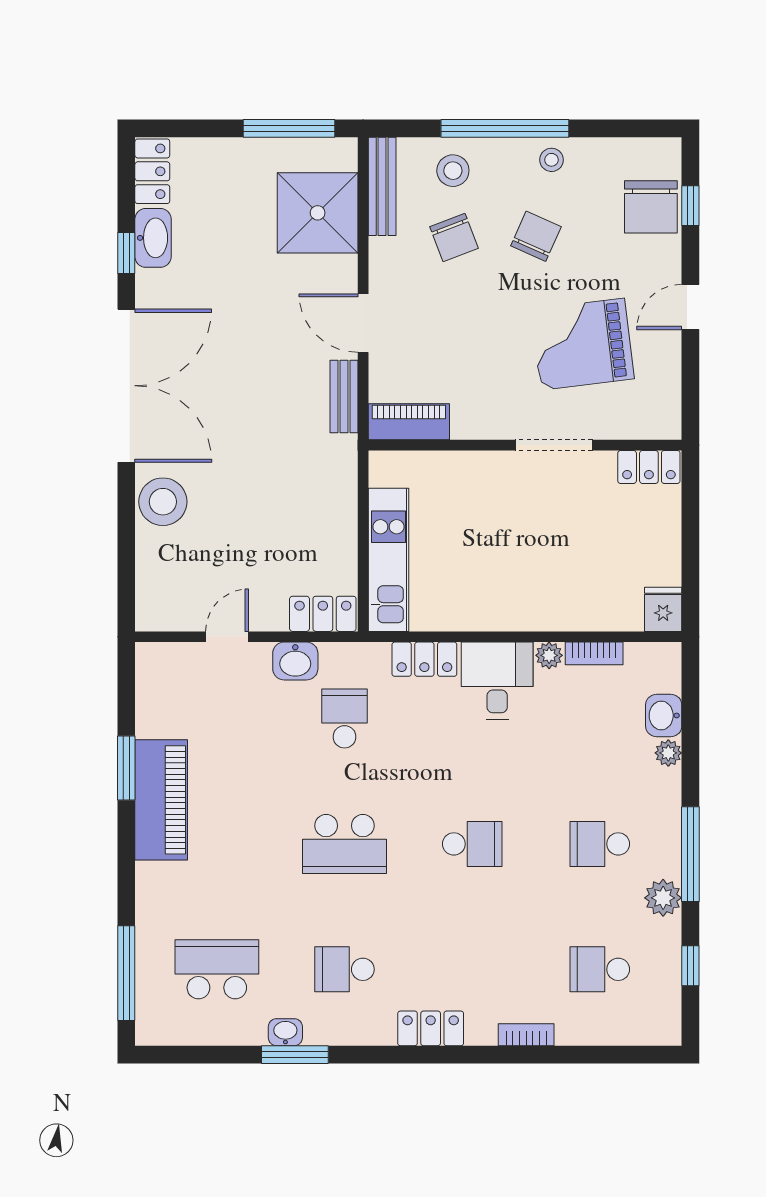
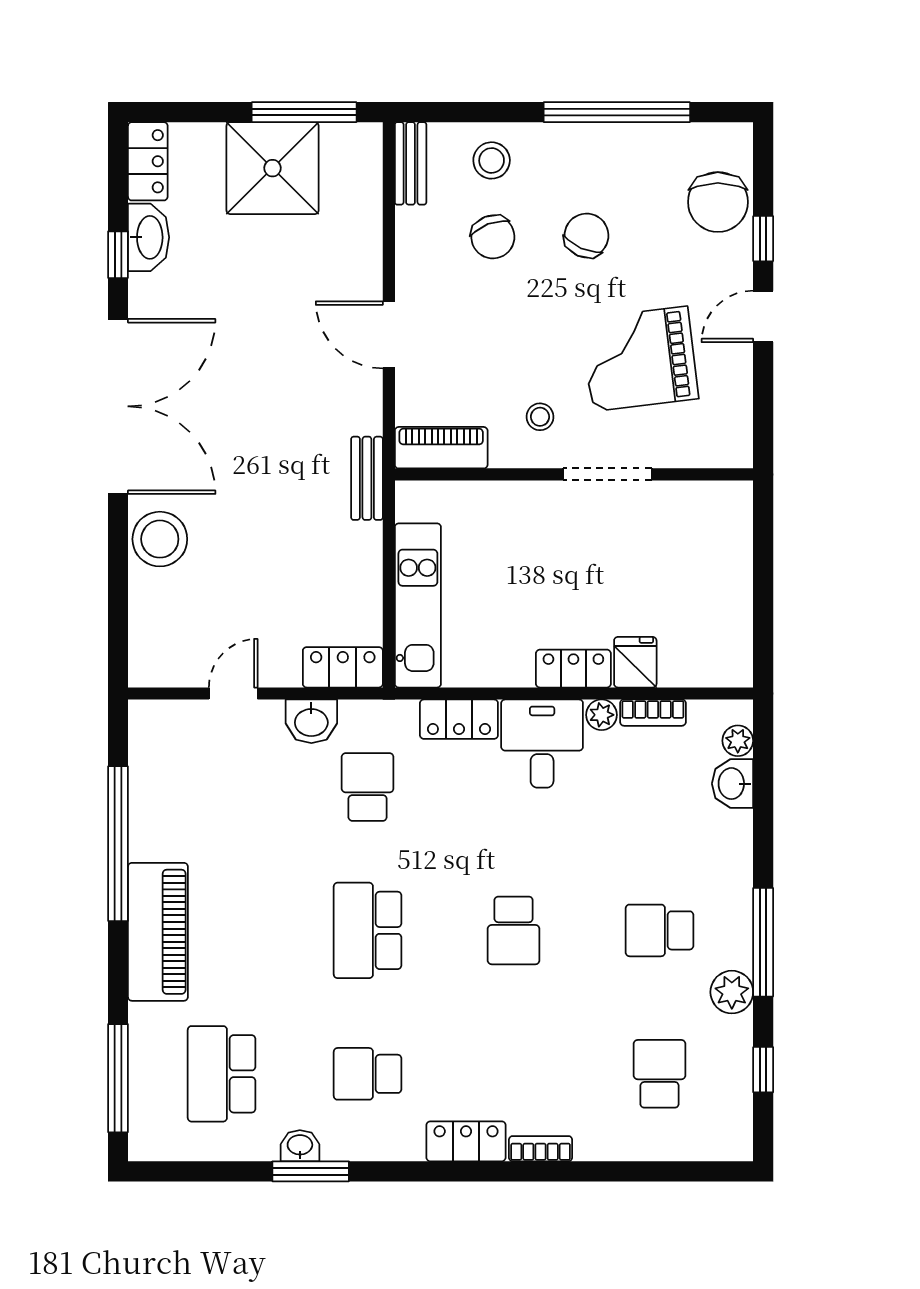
window: (505, 128) -> (617, 112), moved
stool: (552, 160) -> (540, 417), moved
bench: (382, 186) -> (411, 163), width x0.73
window: (690, 206) -> (763, 239), moved
shower: (318, 213) -> (273, 168), moved
bench: (344, 396) -> (367, 478), moved
locker: (649, 467) -> (573, 669), moved, turned 180
fridge: (663, 609) -> (635, 662), moved
plant: (668, 753) -> (738, 741), moved
window: (126, 768) -> (118, 844), width x2.11
piano: (161, 800) -> (158, 932), moved
school desk: (344, 844) -> (368, 930), turned 90
school desk: (472, 844) -> (514, 930), turned 90
school desk: (217, 969) -> (222, 1074), turned -90
school desk: (600, 969) -> (660, 1074), turned 90
bookcase: (526, 1035) -> (541, 1149), moved

